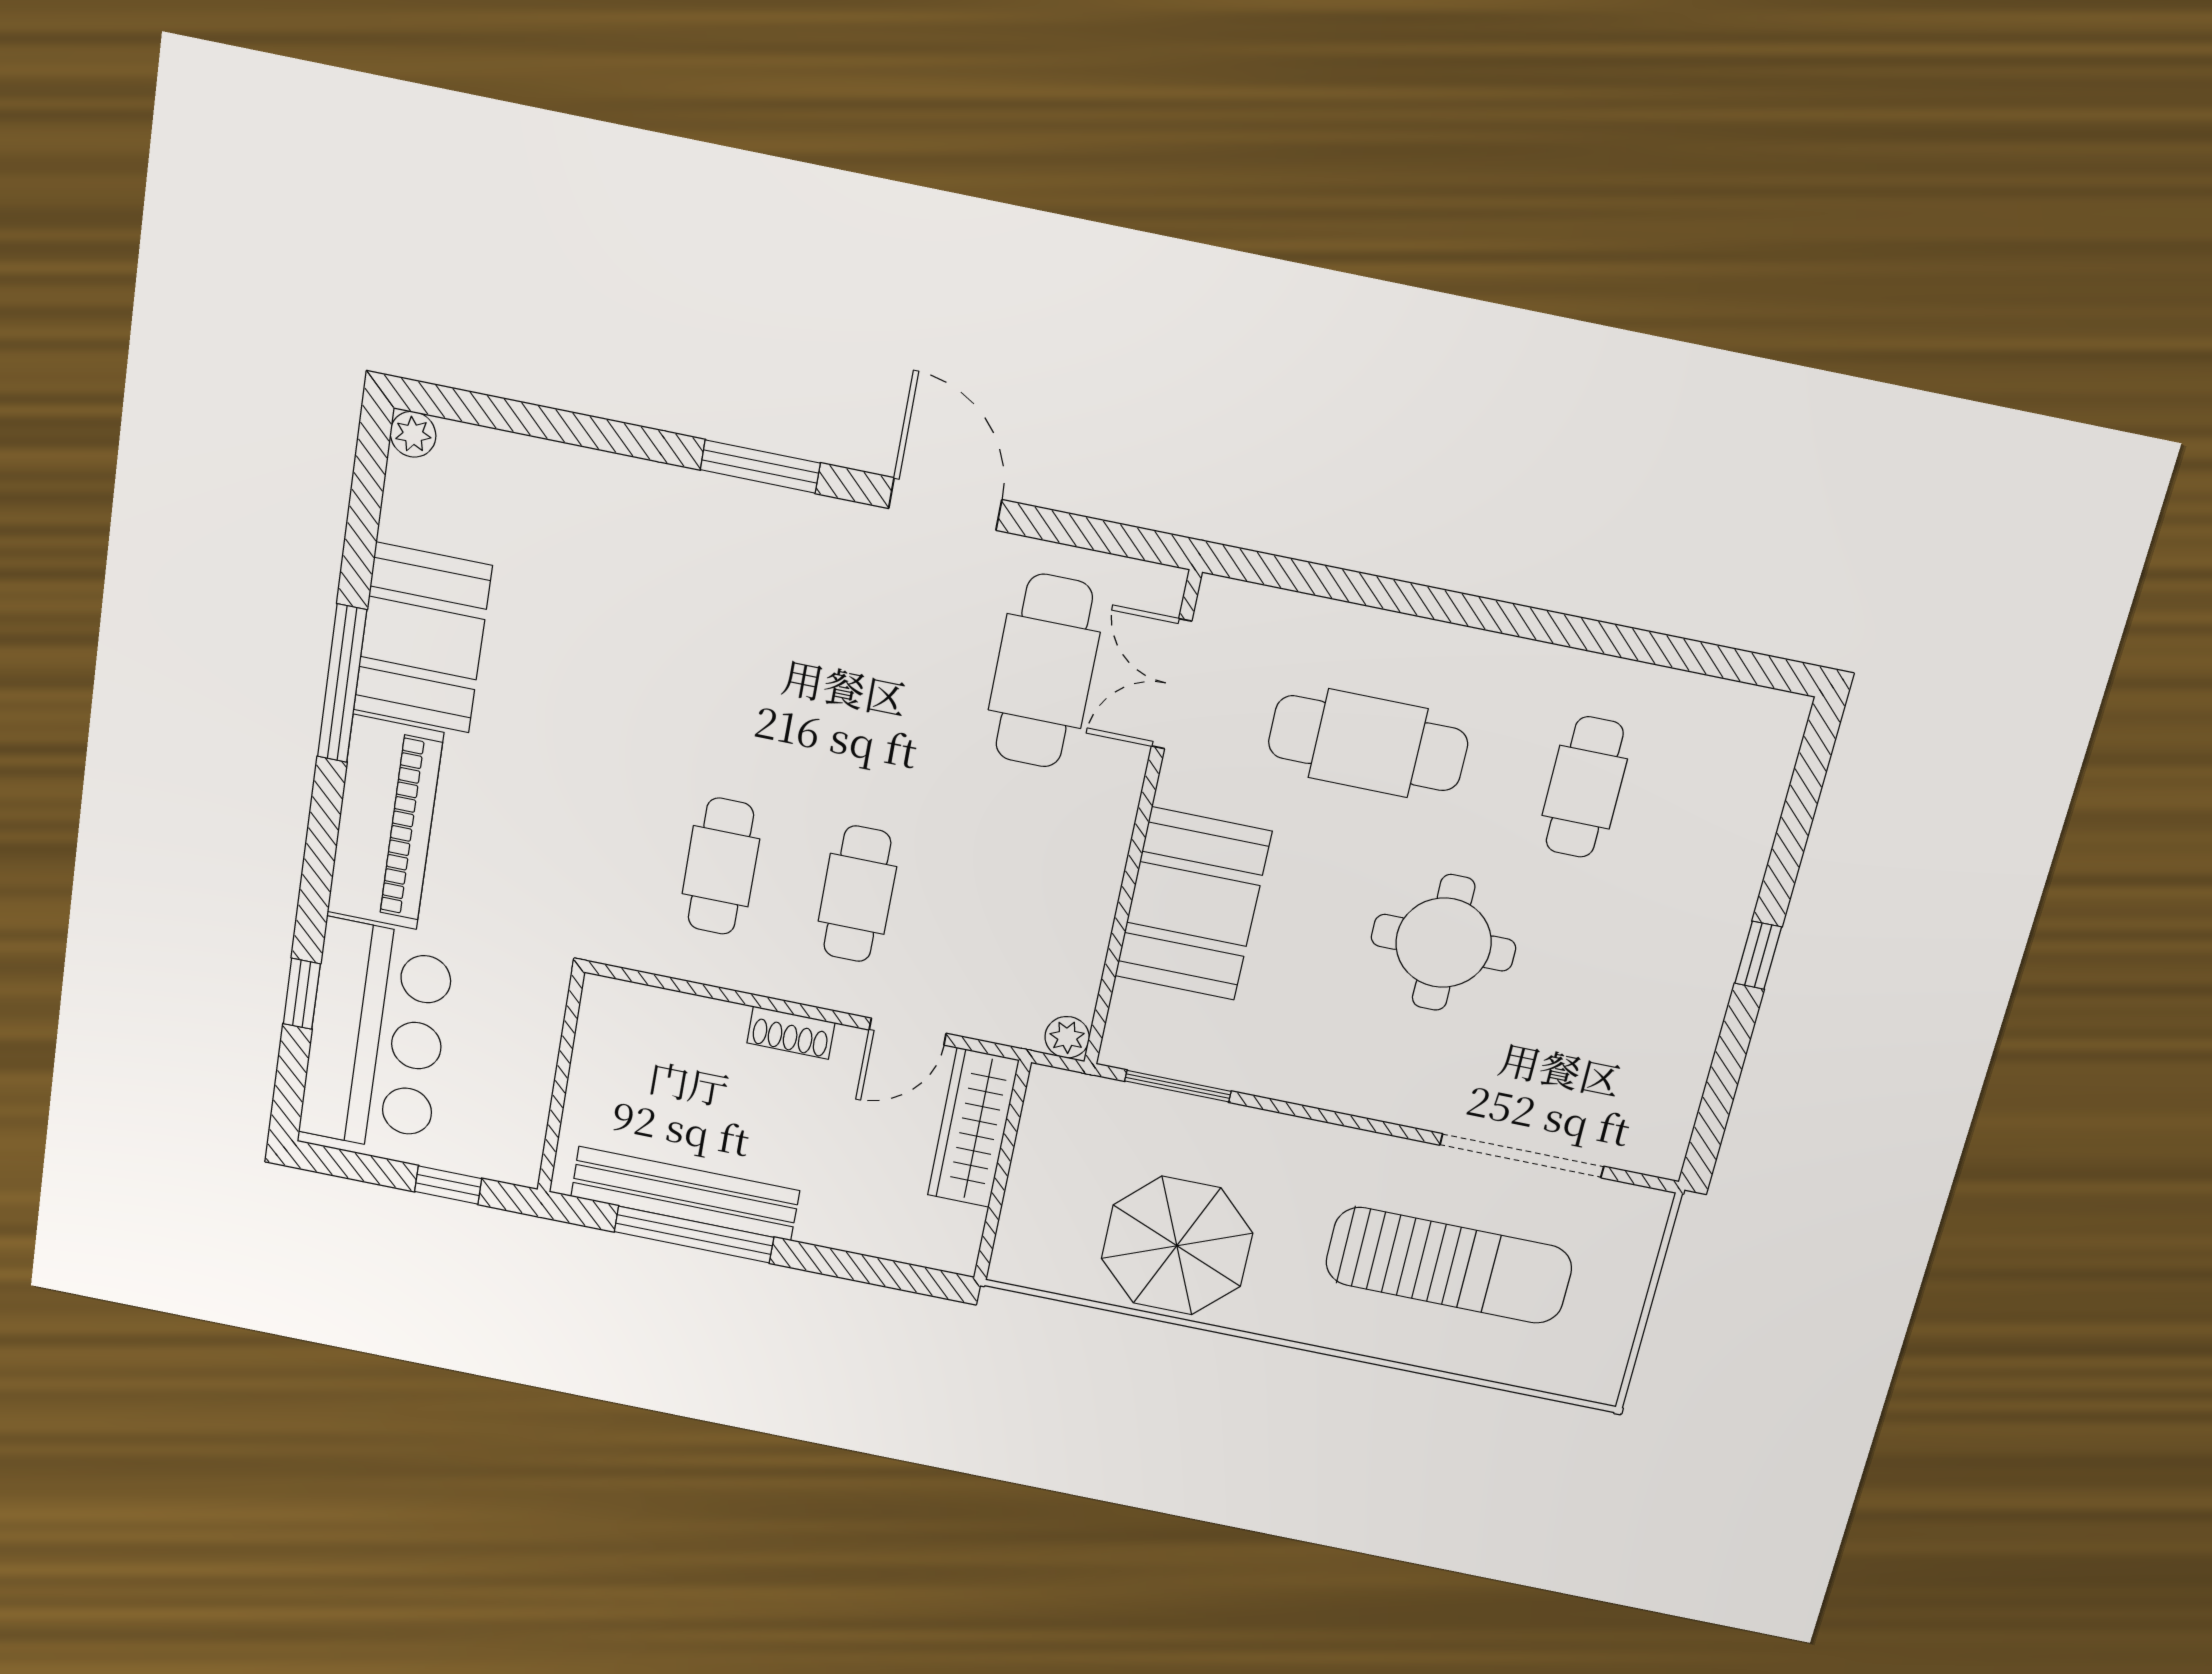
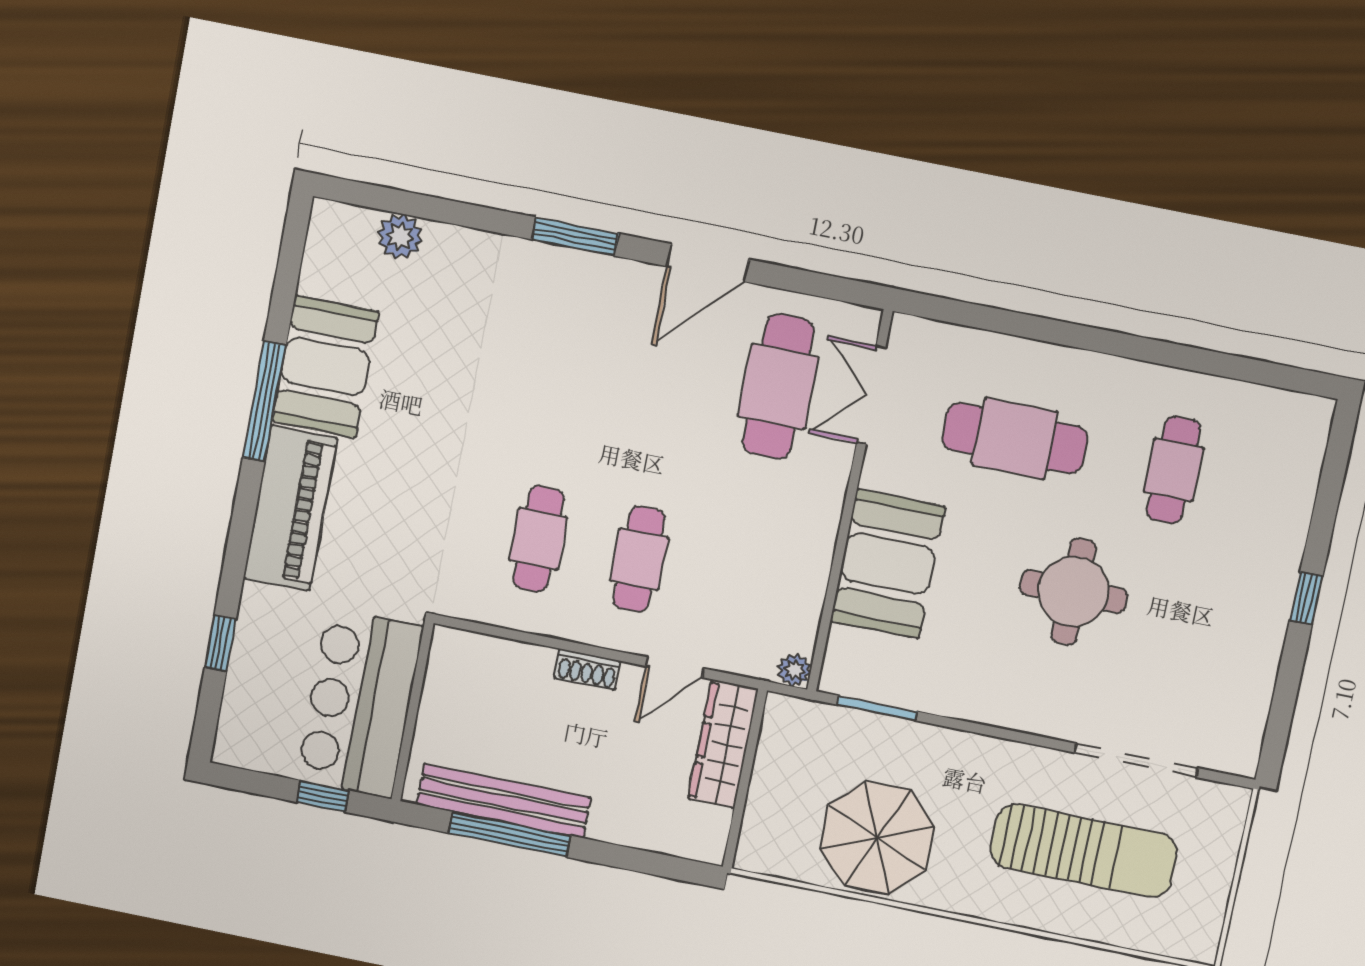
plant: (413, 434) -> (400, 236), moved, width x1.38, depth x1.38
door: (945, 504) -> (708, 263), swing flipped
bar counter: (377, 1038) -> (360, 703), moved, turned 180

